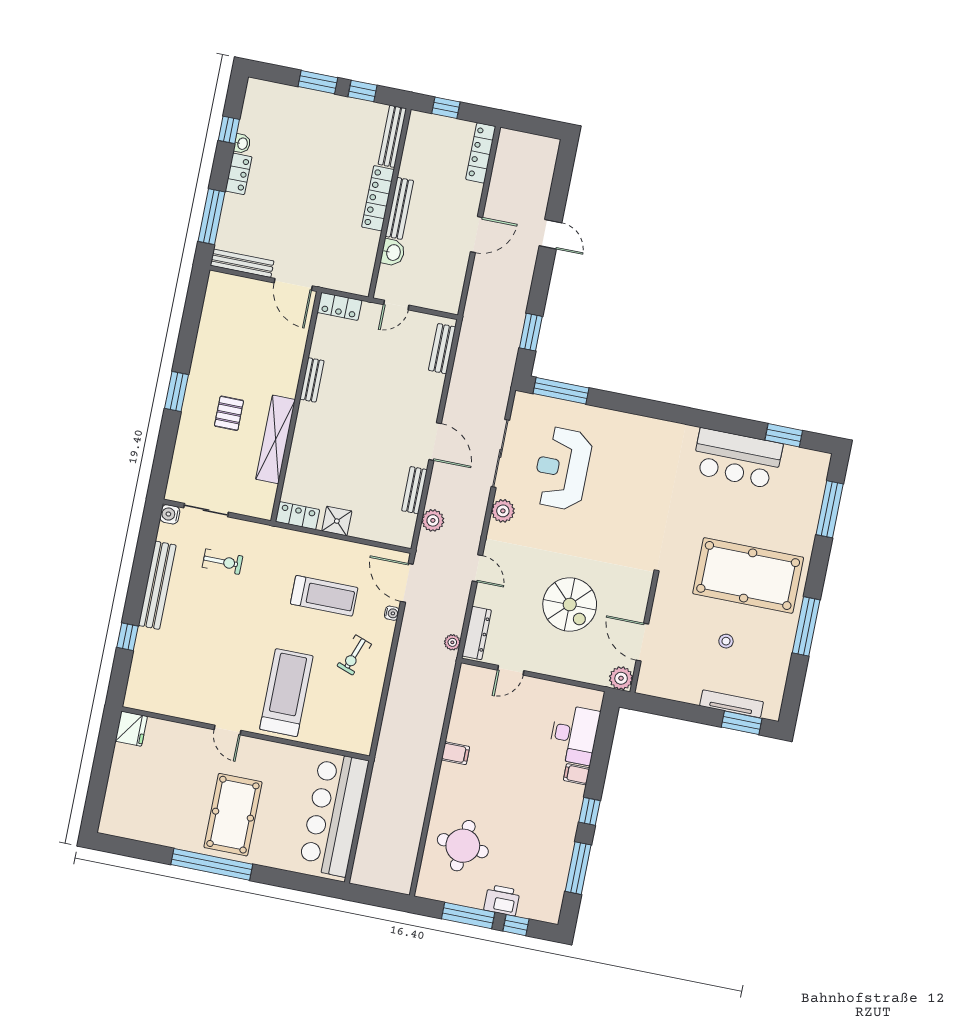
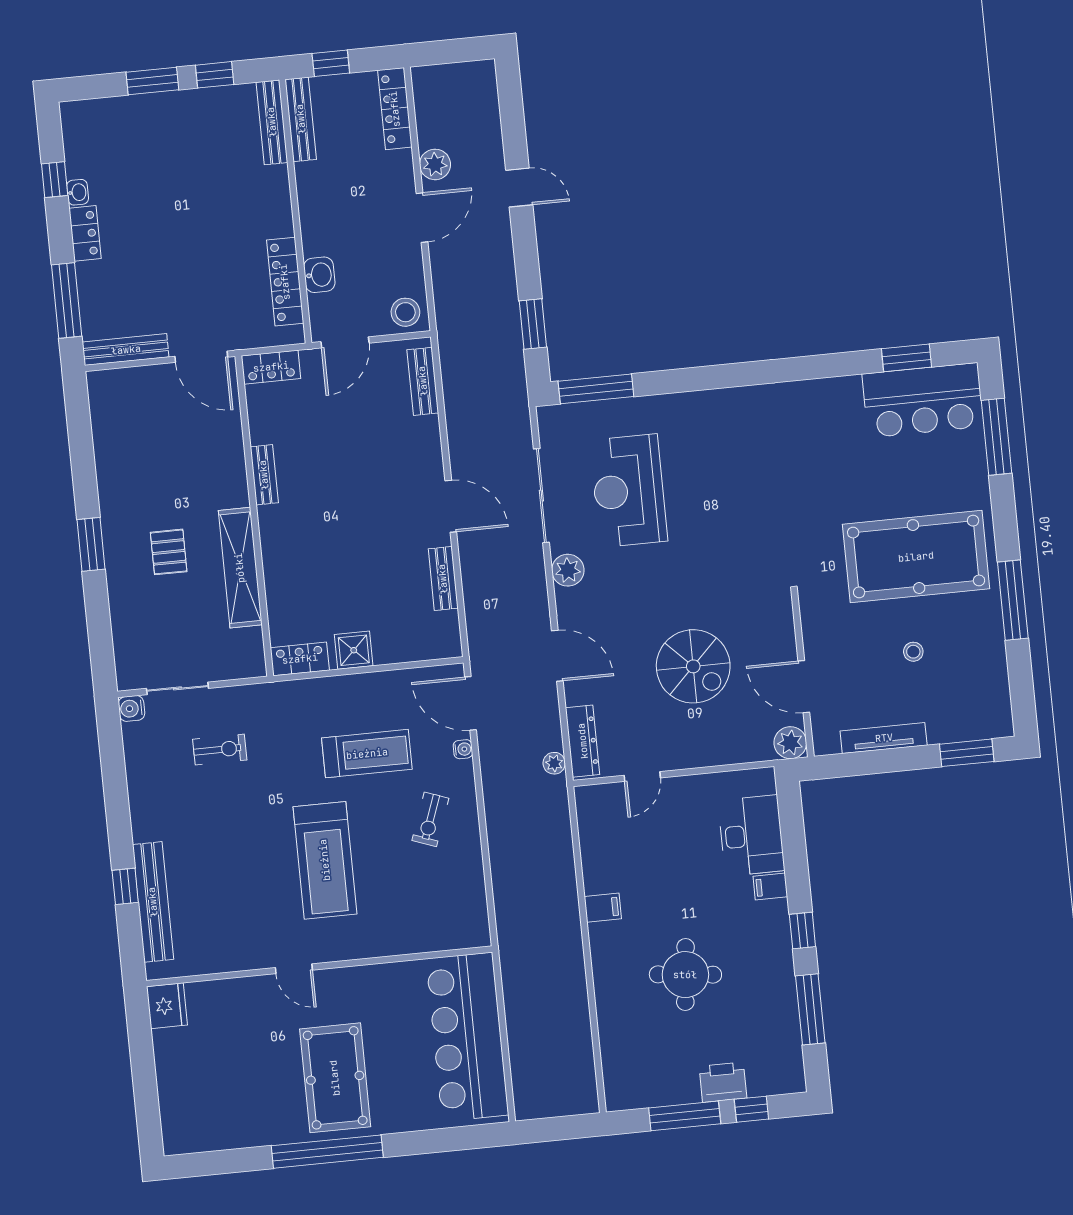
locker: (378, 198) -> (285, 282), moved
bench: (399, 208) -> (301, 119), moved
stool: (445, 297) -> (405, 312), added
door: (396, 305) -> (345, 342), width x1.38
bar counter: (737, 458) -> (923, 400), moved
plant: (433, 520) -> (435, 164), moved
door: (477, 568) -> (557, 656), width x1.38
bench: (157, 585) -> (153, 902), moved
treadmill: (286, 693) -> (325, 860), moved, turned 180
tv unit: (732, 704) -> (884, 738), moved
round table: (463, 846) -> (685, 975), moved

